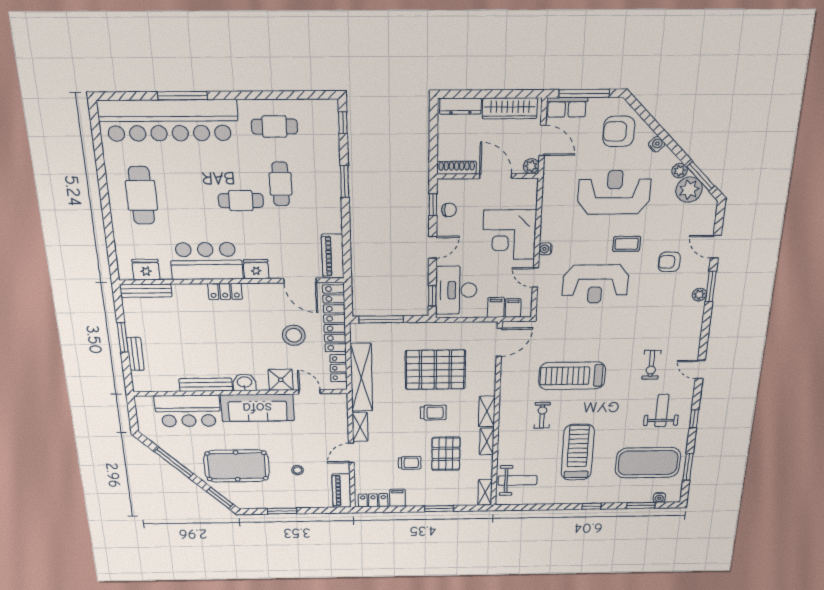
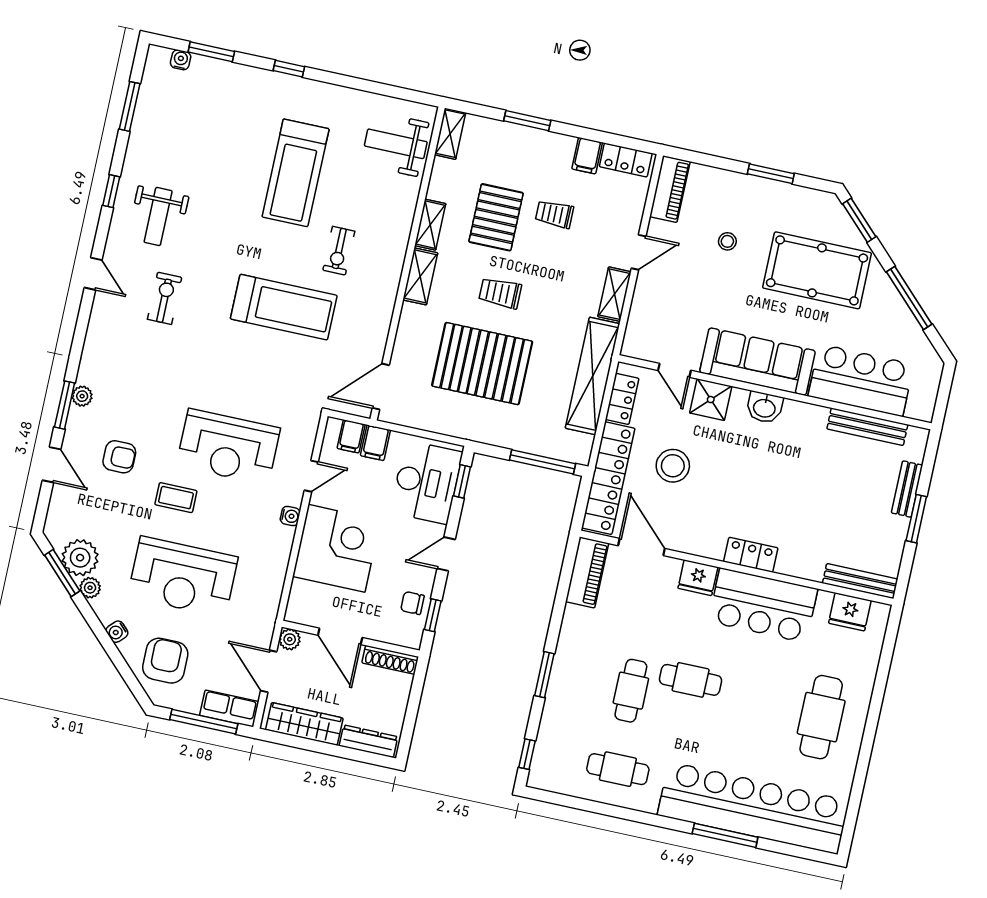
armchair: (619, 131) -> (165, 661), turned -90
door: (535, 277) -> (311, 476), hinge flipped
reception desk: (595, 284) -> (228, 447), turned 180
bench: (206, 385) -> (867, 427), moved
exercise mat: (648, 463) -> (190, 129), removed

